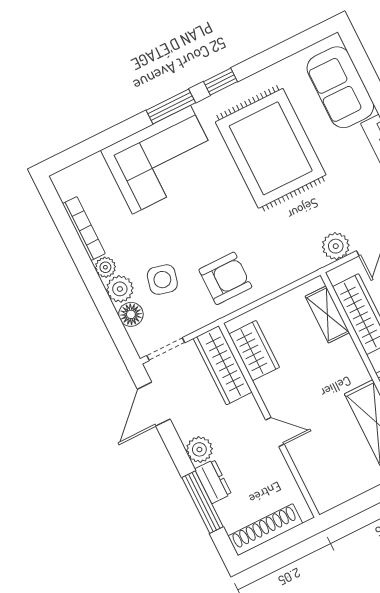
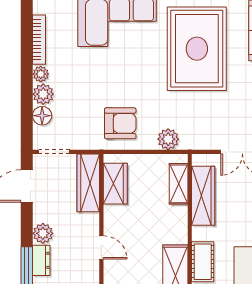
plant: (336, 246) -> (168, 139), moved
side table: (162, 280) -> (76, 102), removed

